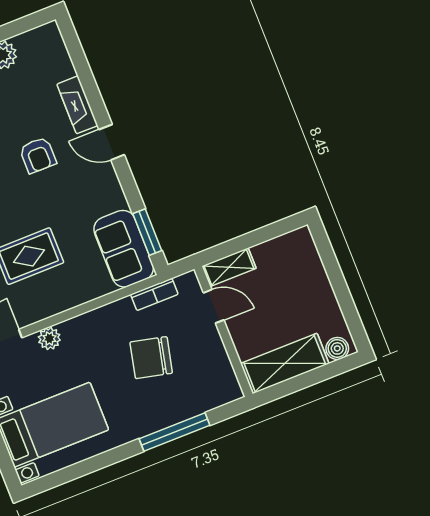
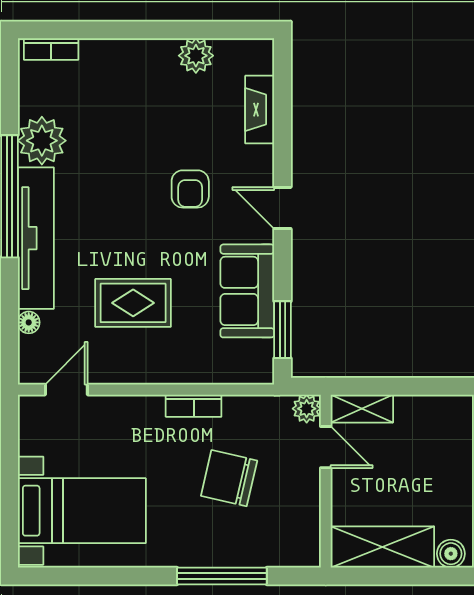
fireplace: (77, 105) -> (260, 110), moved
sofa: (124, 249) -> (247, 291), moved
bookcase: (154, 294) -> (194, 406), moved
plant: (49, 338) -> (307, 409), moved

